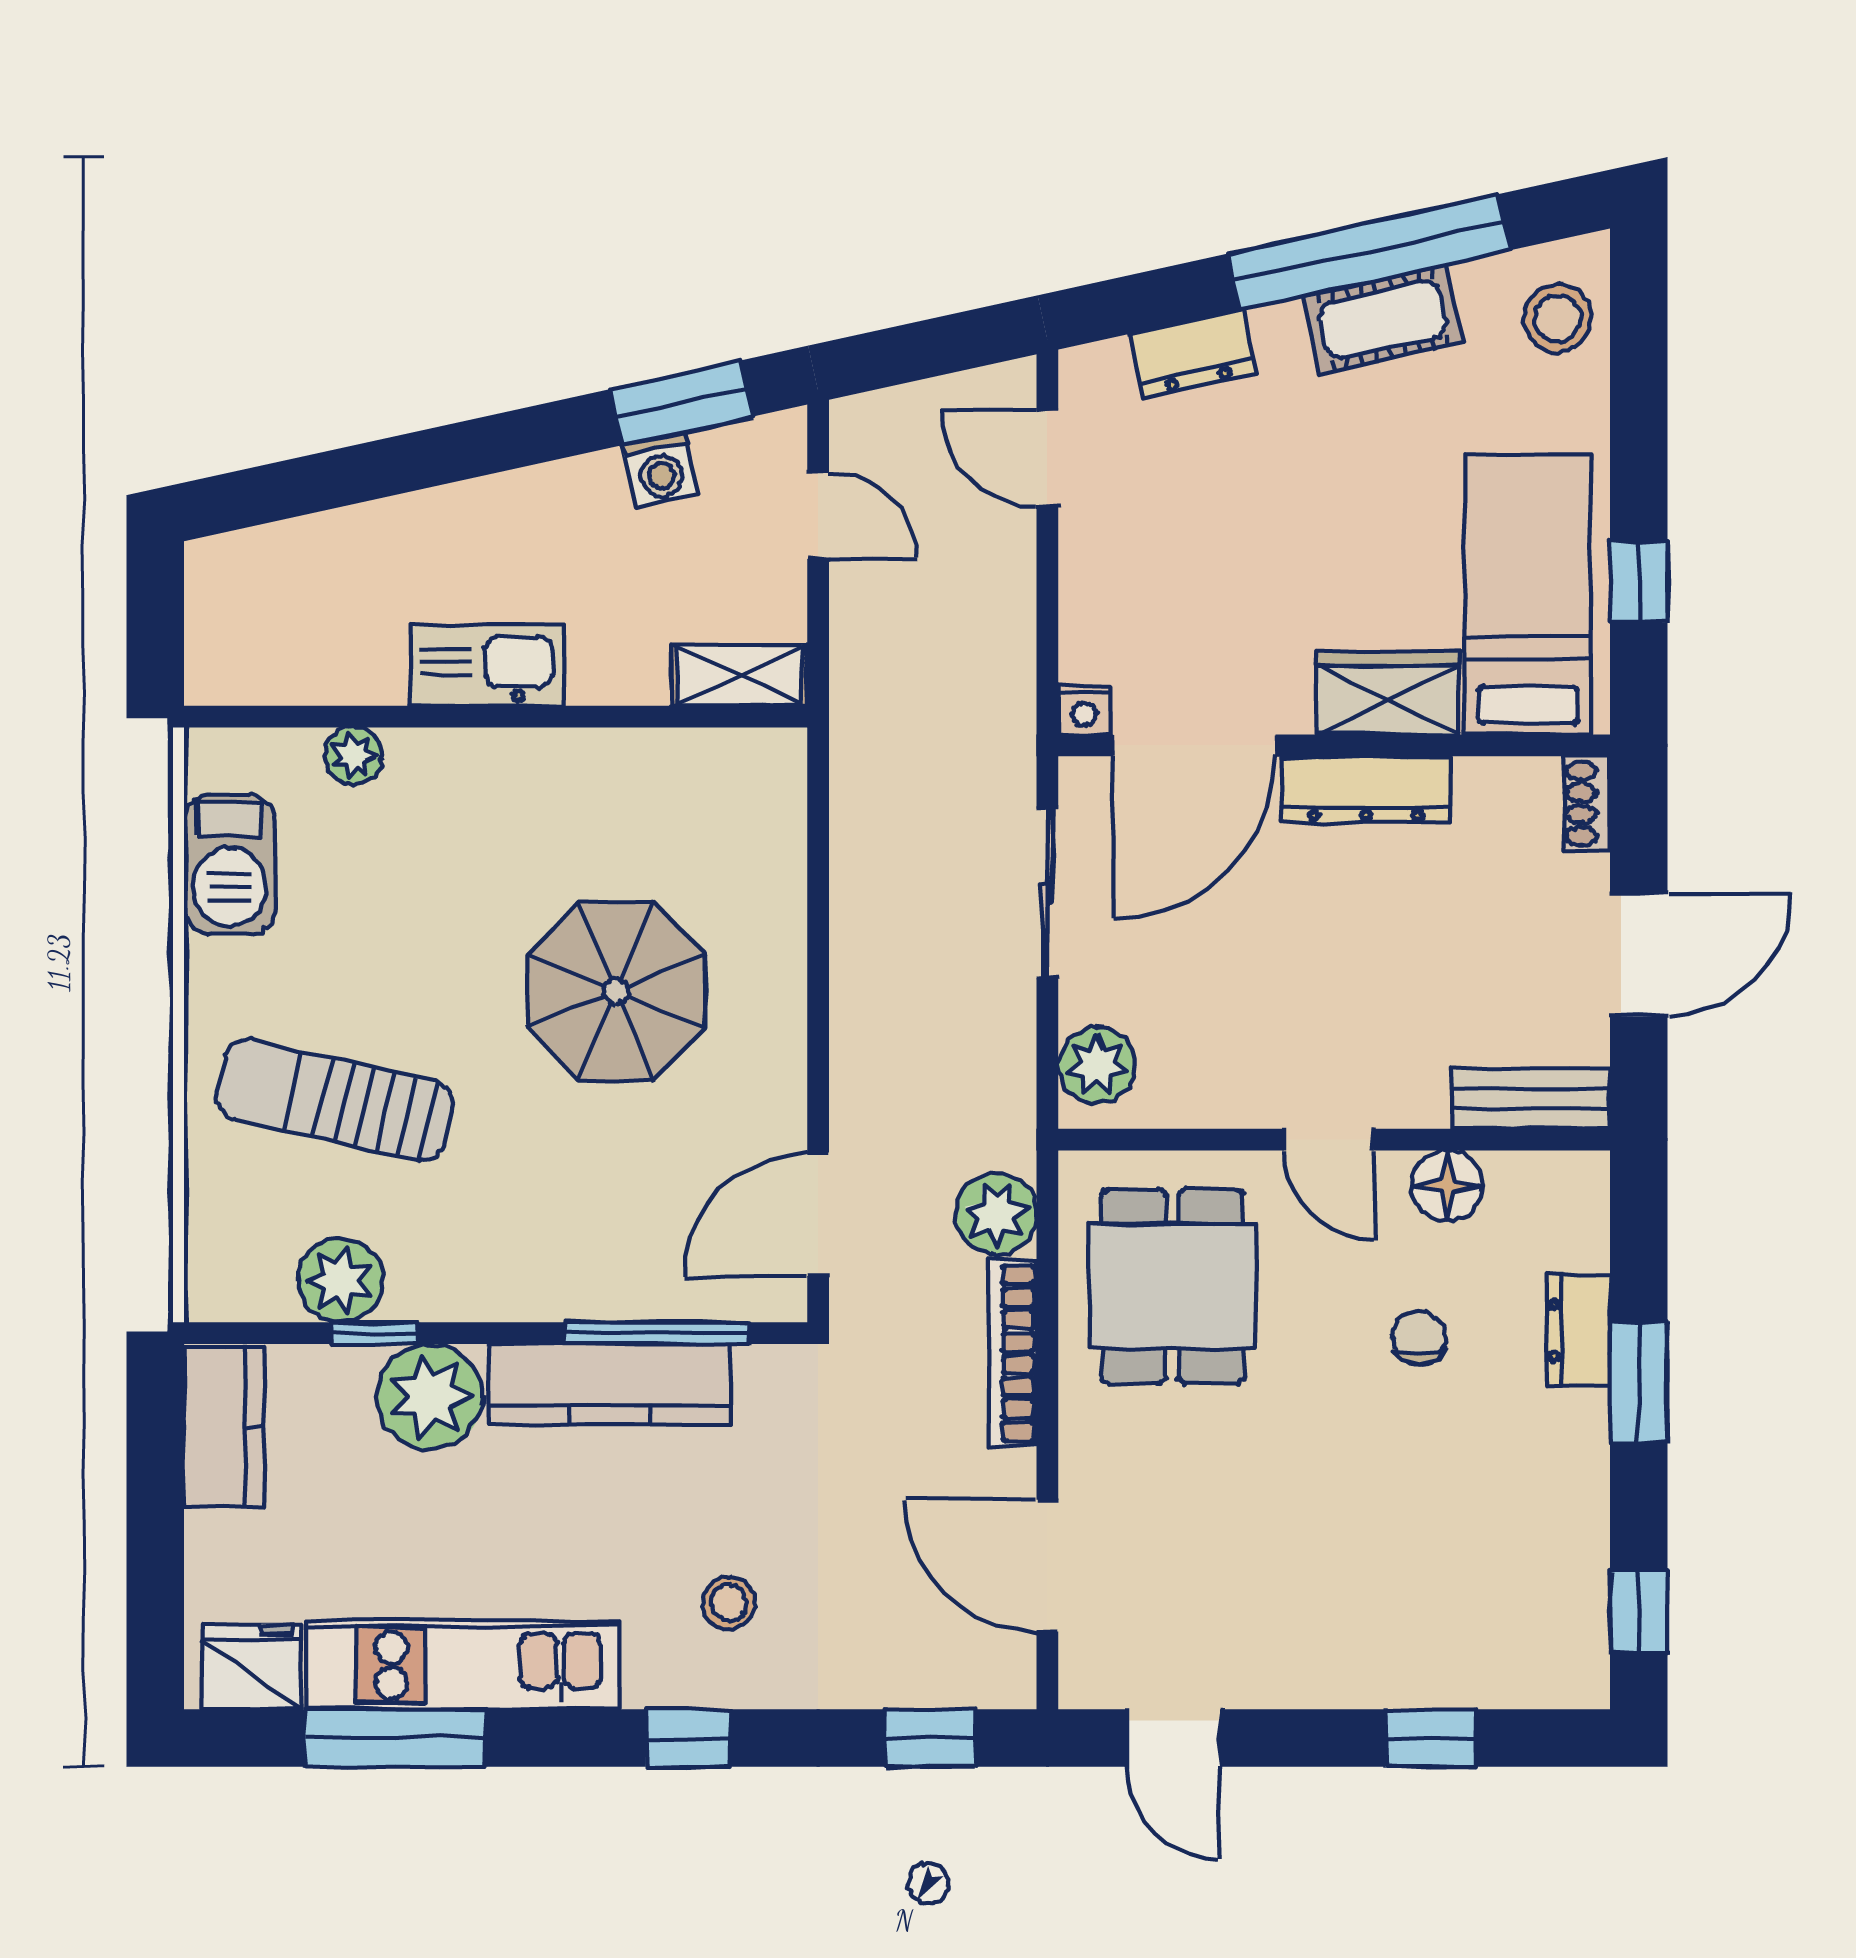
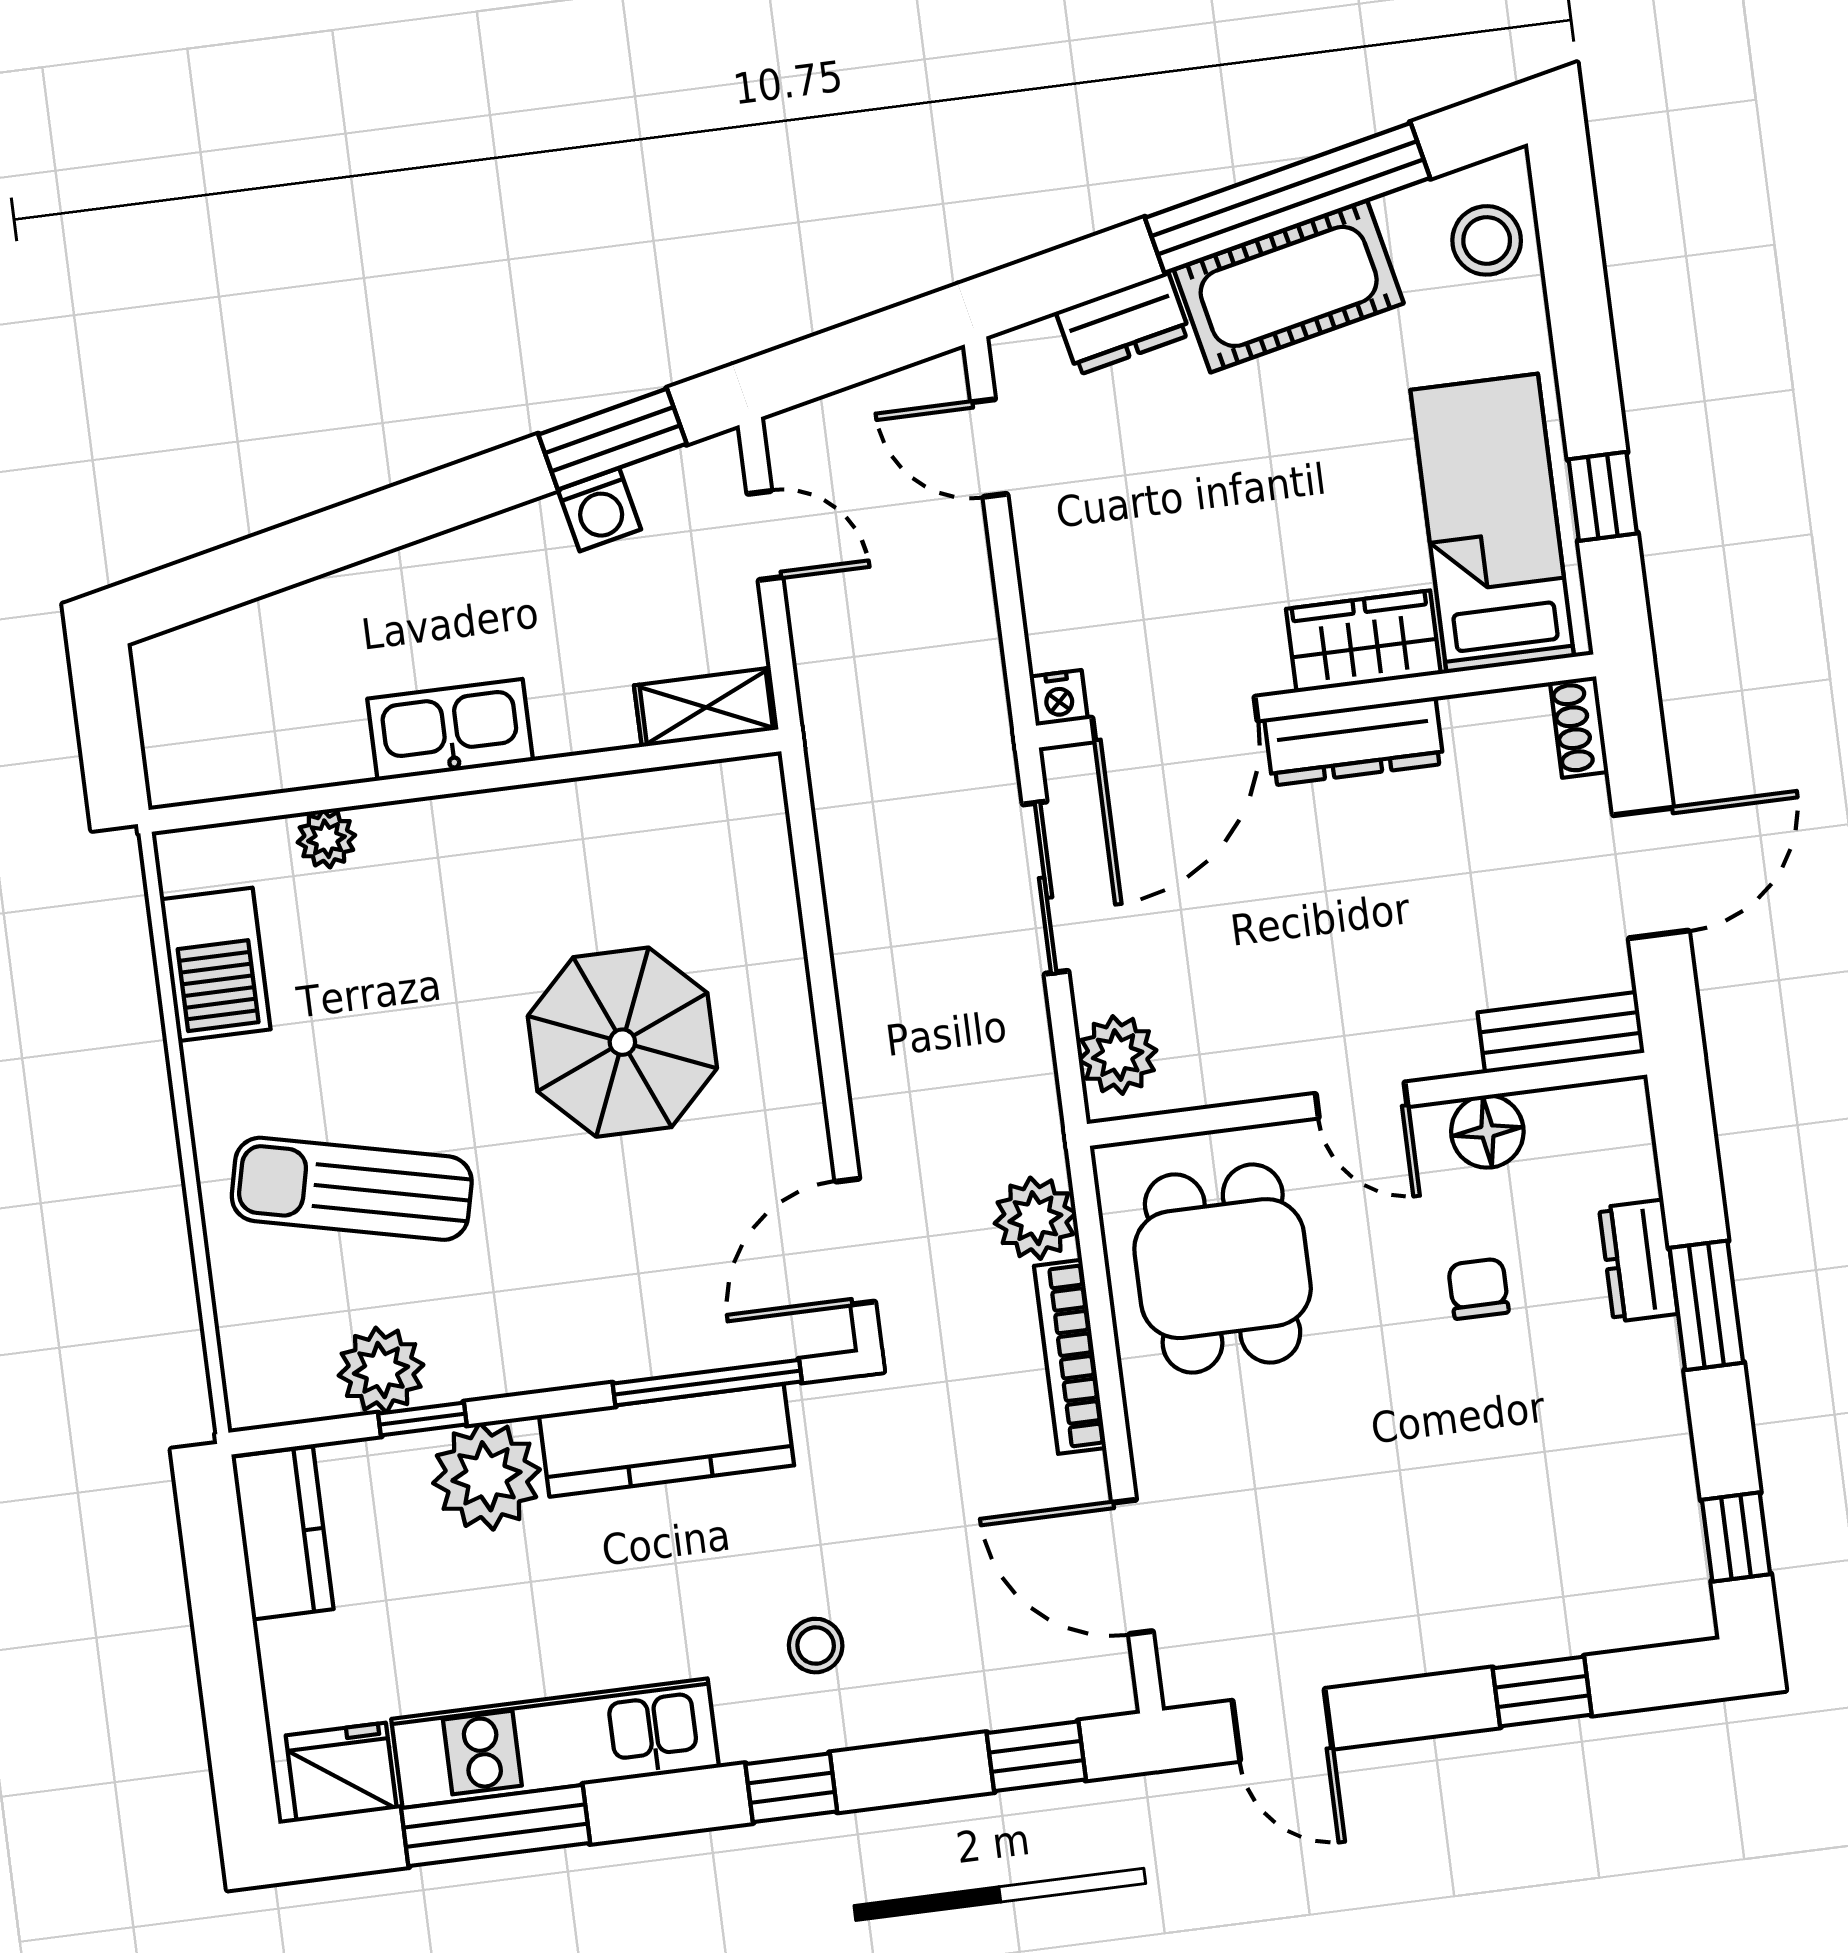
cot: (1383, 319) -> (1289, 286), width x1.37, depth x1.34

